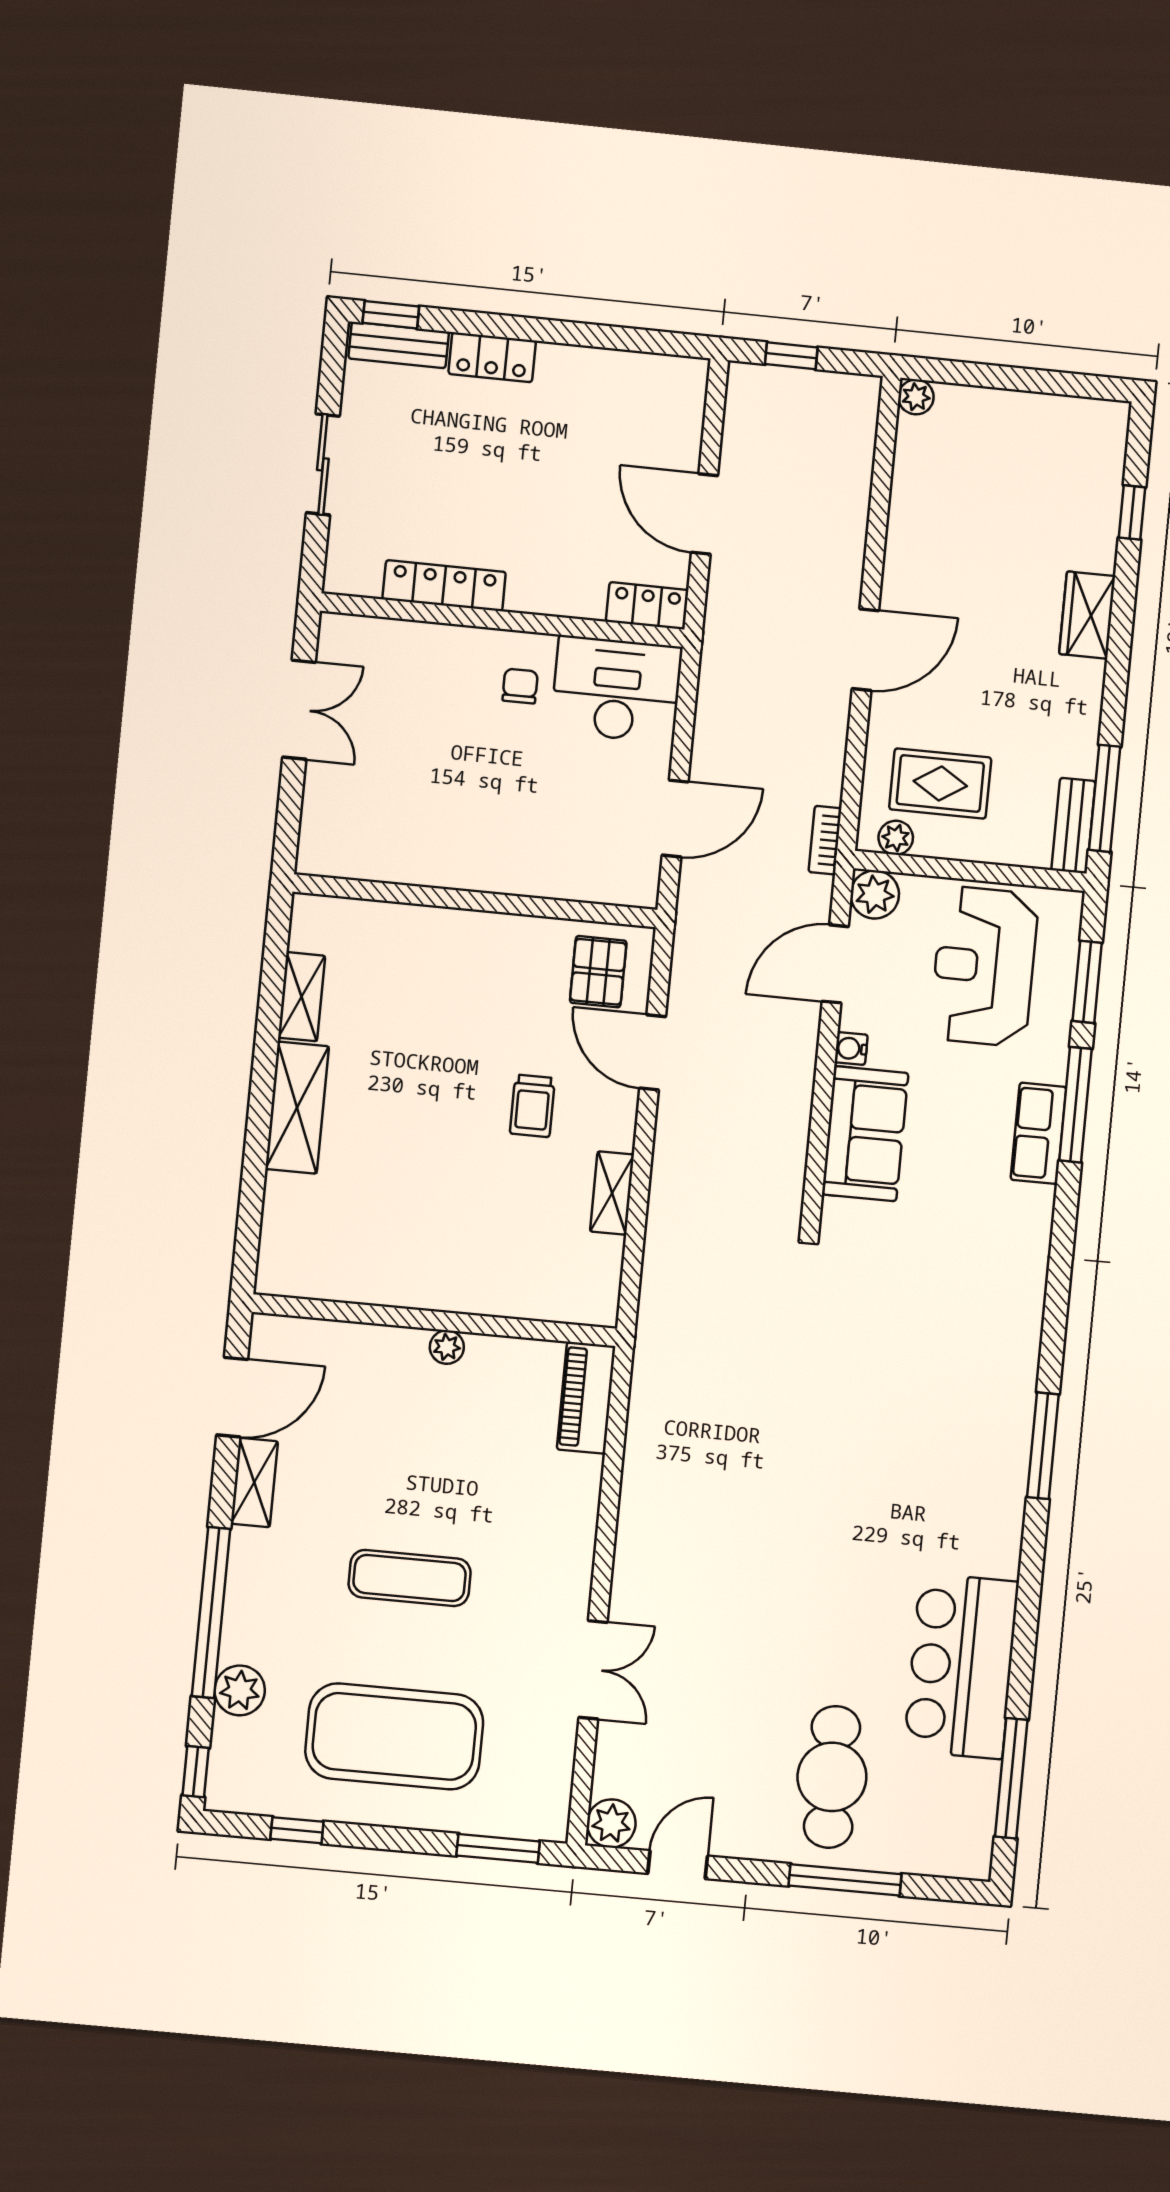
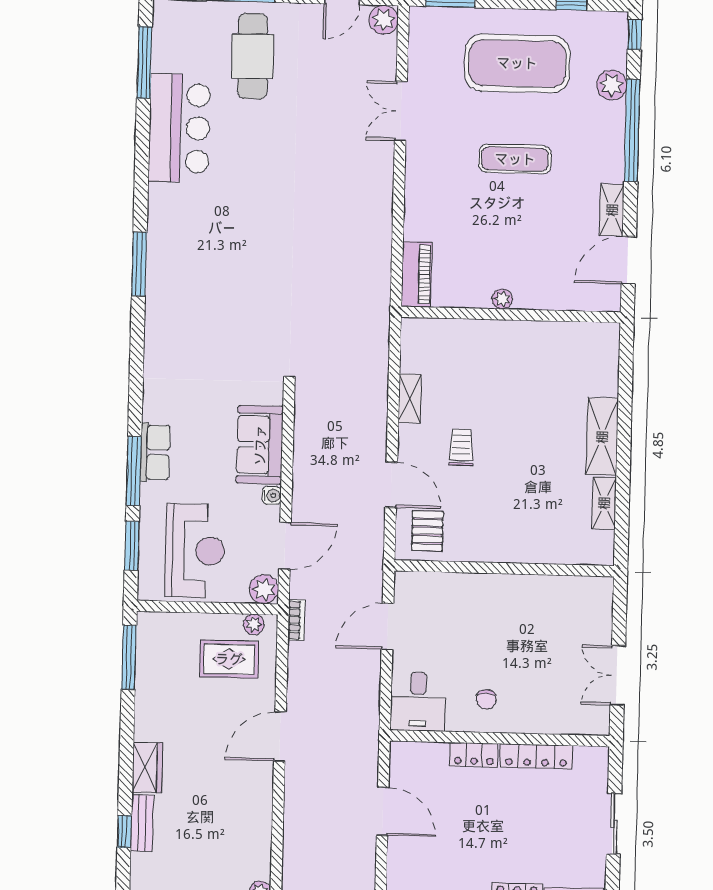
locker: (647, 606) -> (474, 755), moved
desk: (616, 689) -> (418, 701), width x0.73
bench: (1073, 826) -> (142, 823), moved

